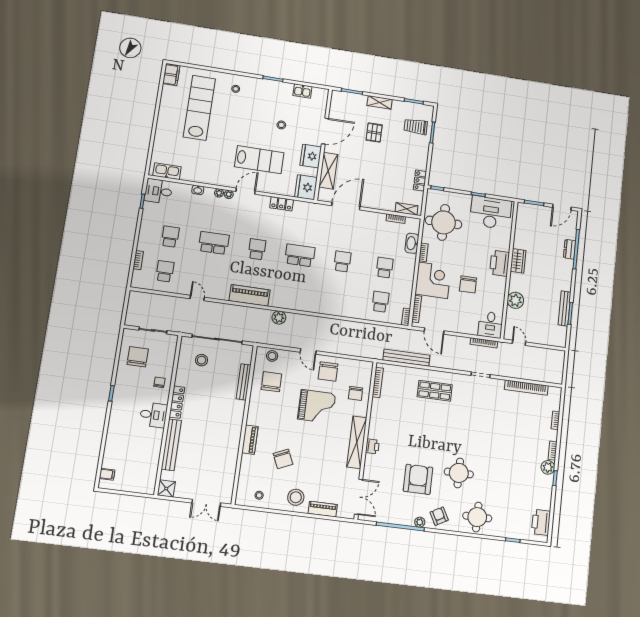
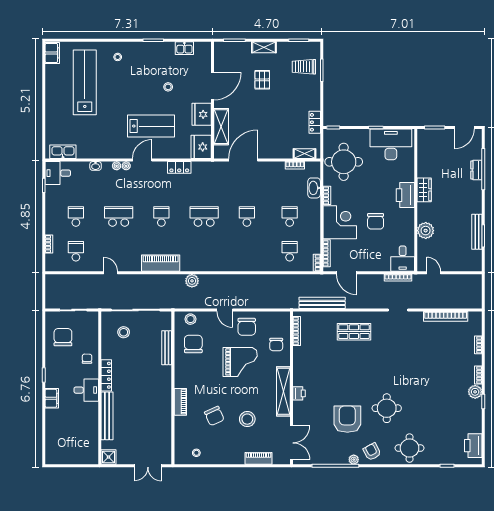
filing cabinet: (107, 474) -> (52, 398), moved, width x2.00
stool: (296, 497) -> (247, 419), moved

